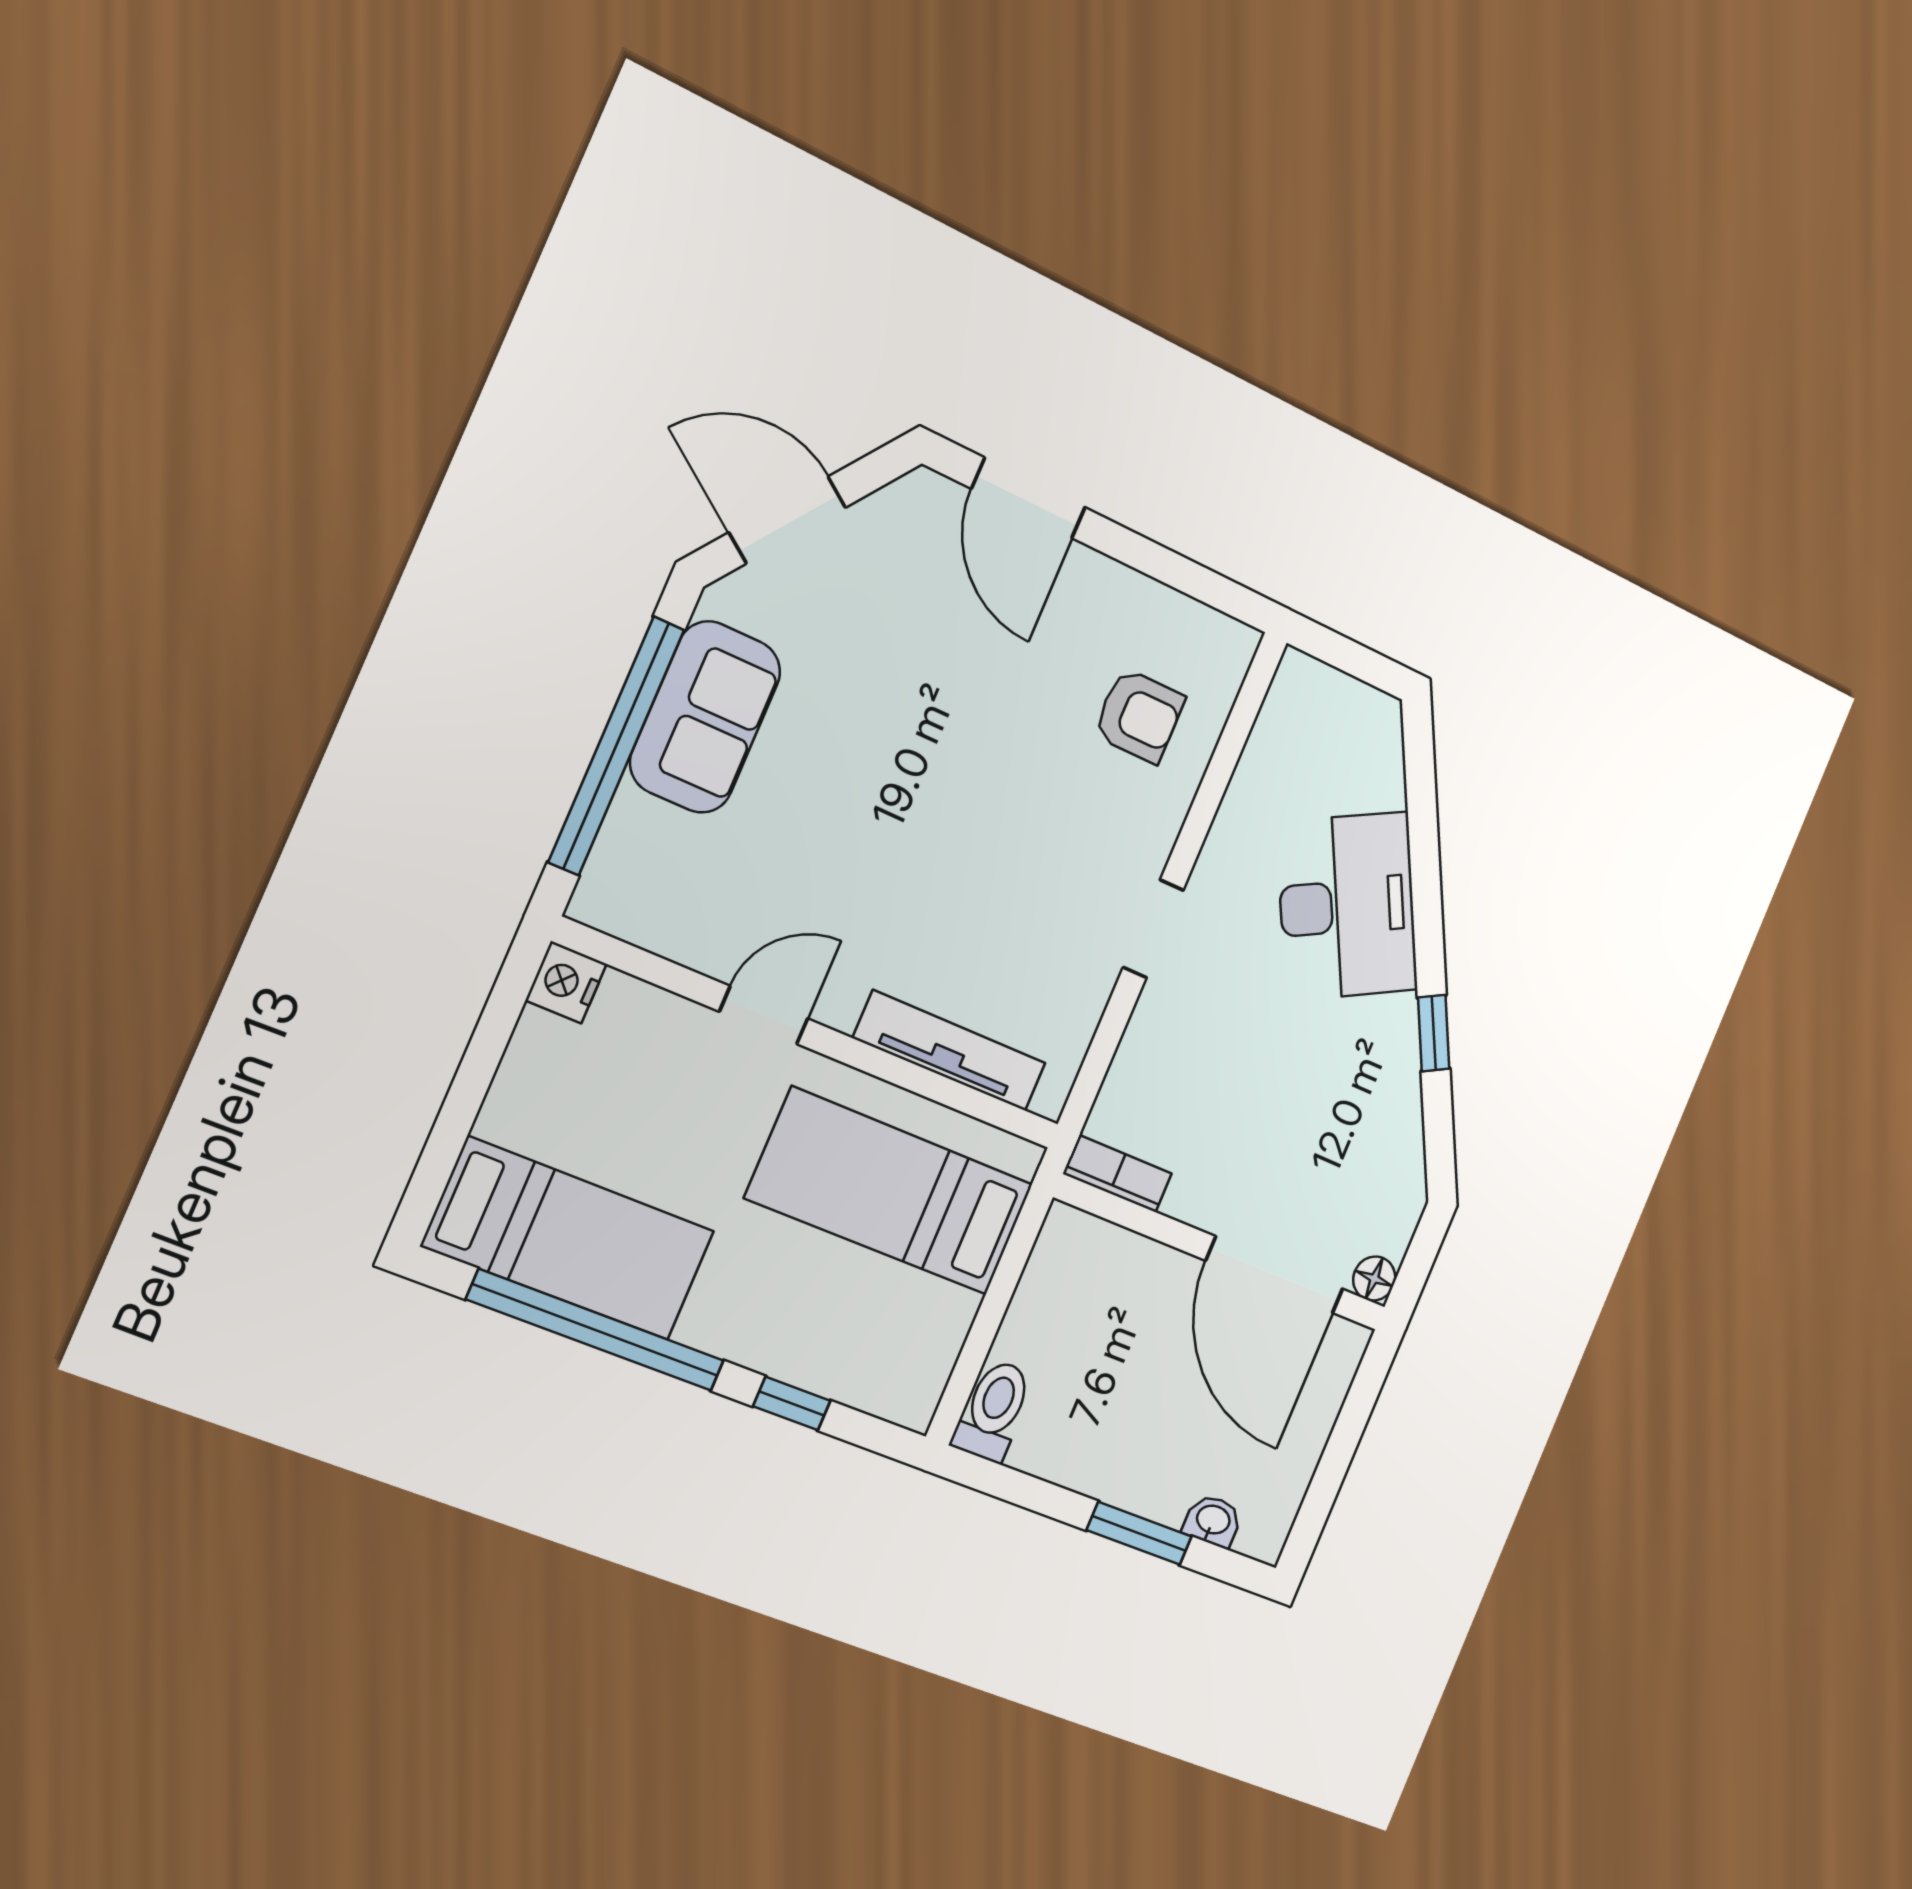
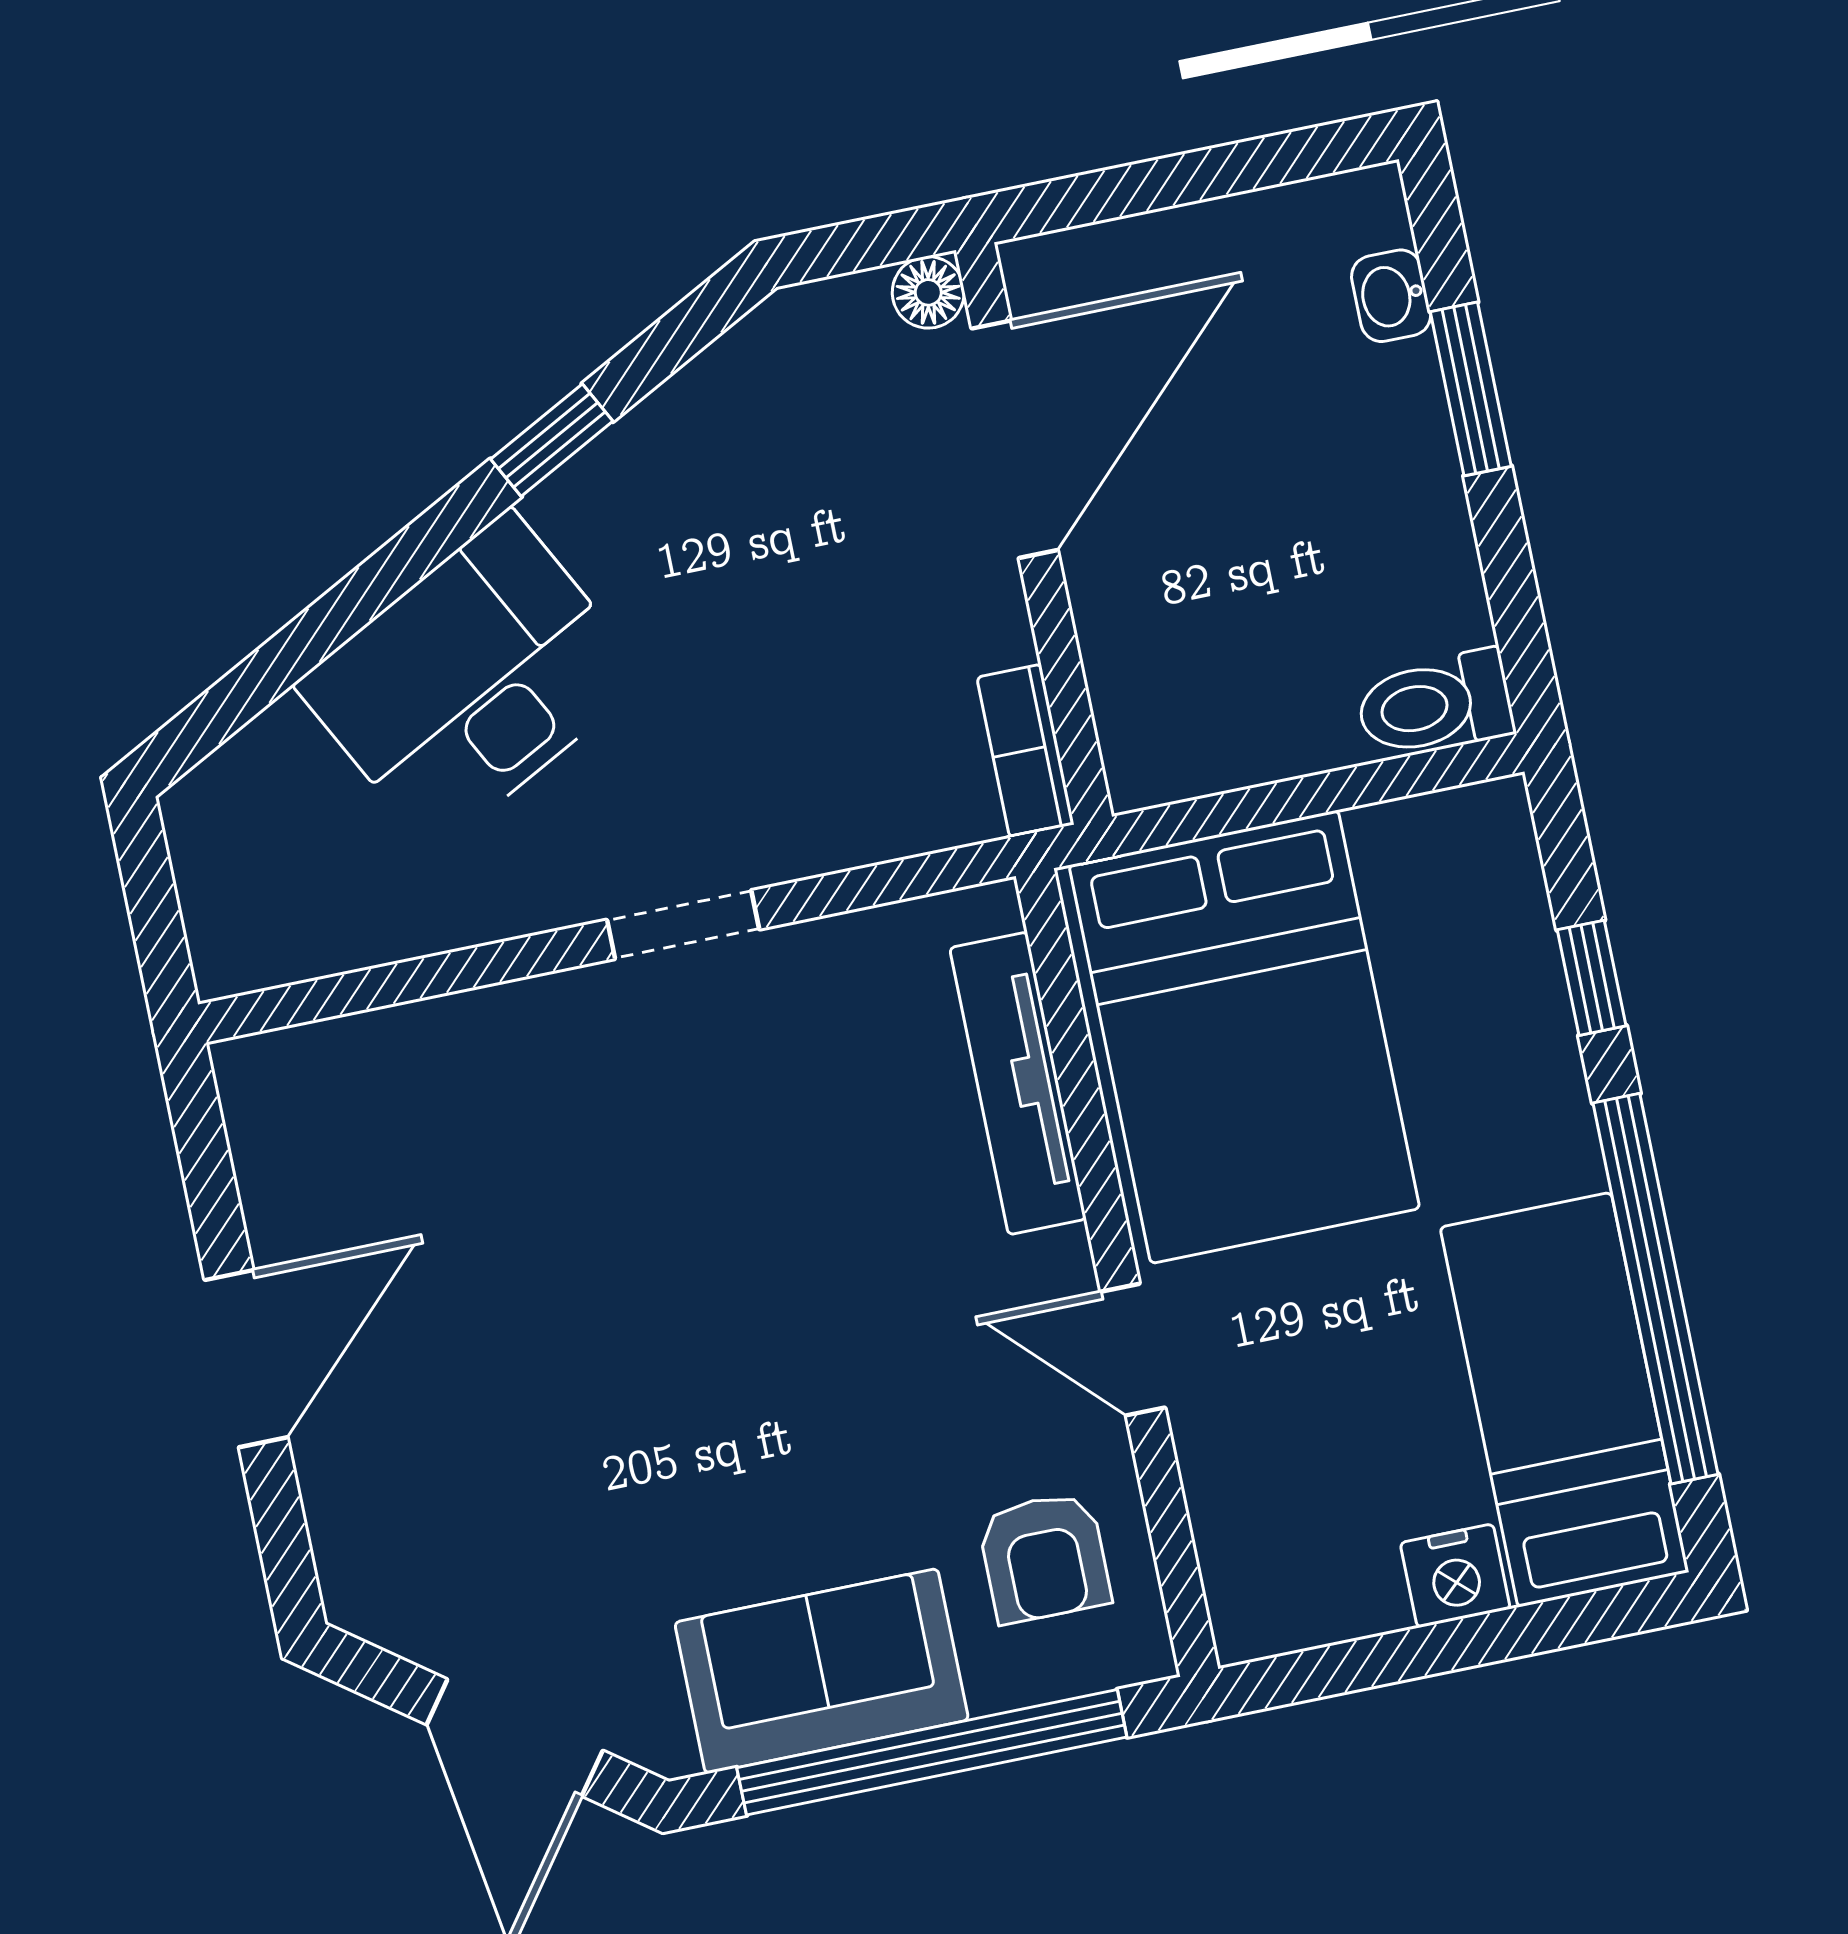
door: (1028, 498) -> (246, 1359), moved
armchair: (1139, 716) -> (1044, 1558), moved, turned 180
nightstand: (566, 982) -> (1455, 1576), moved
bed: (890, 1191) -> (1244, 1037), width x1.50

